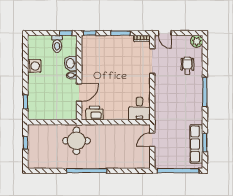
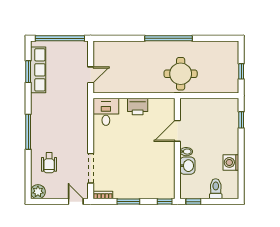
toilet: (57, 44) -> (216, 189), moved
printer: (95, 113) -> (138, 107), moved

